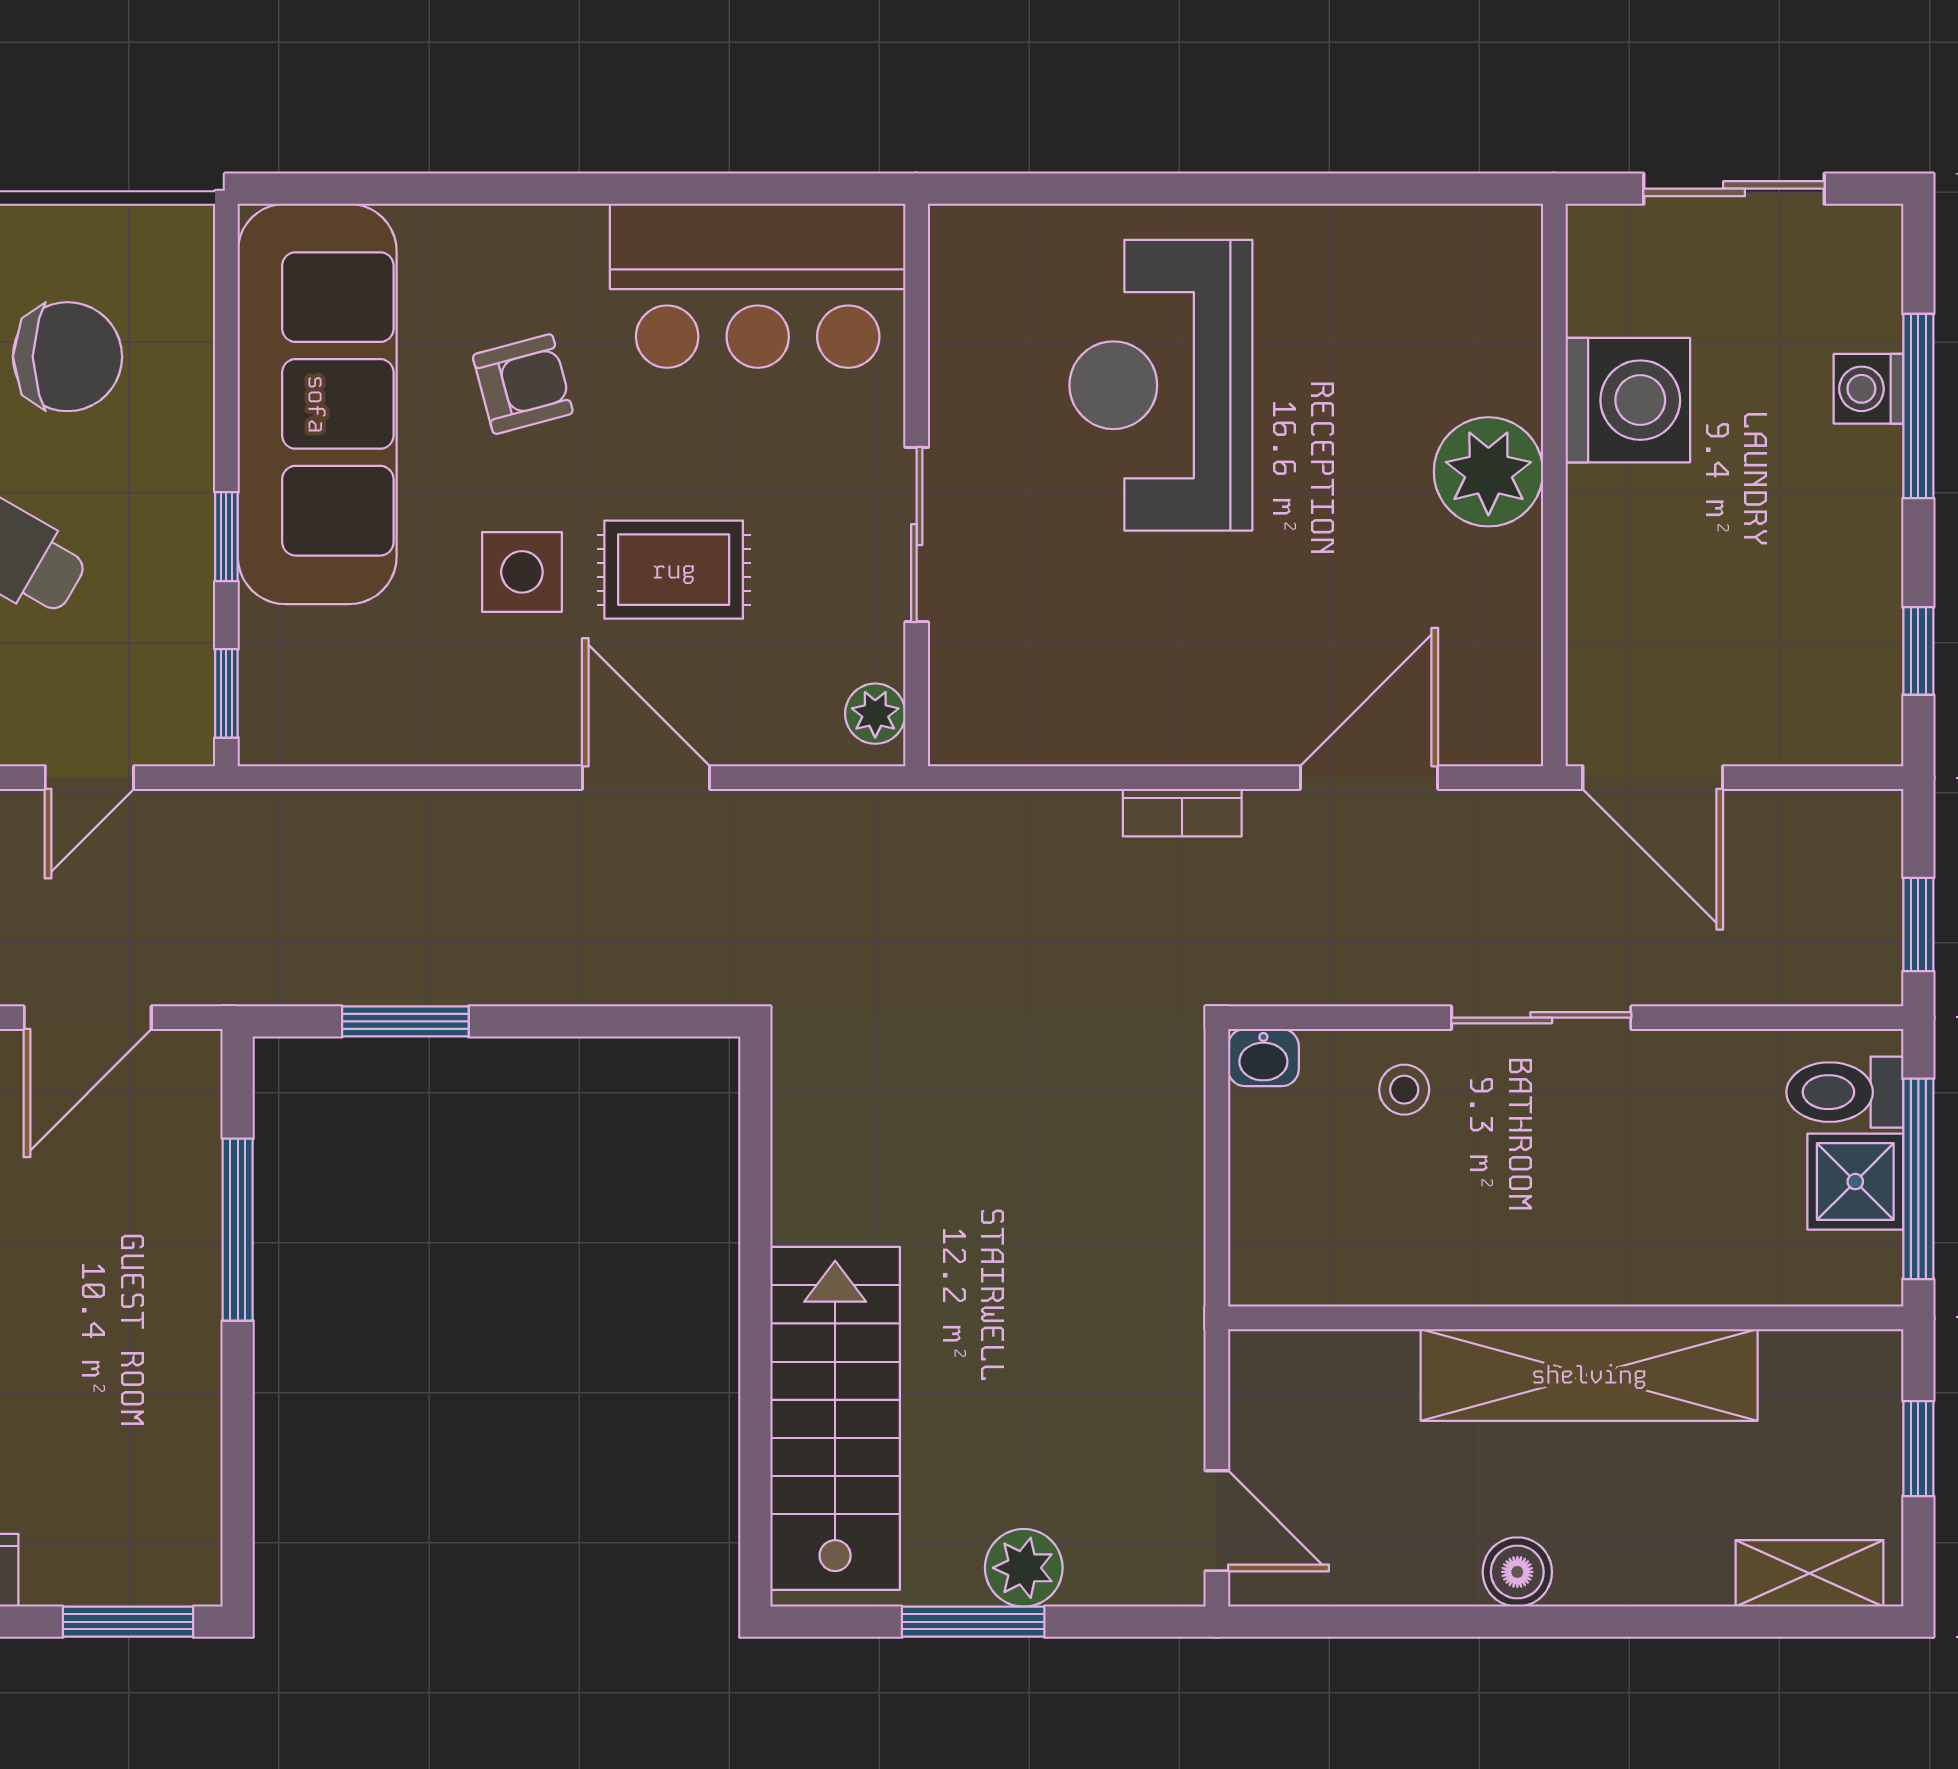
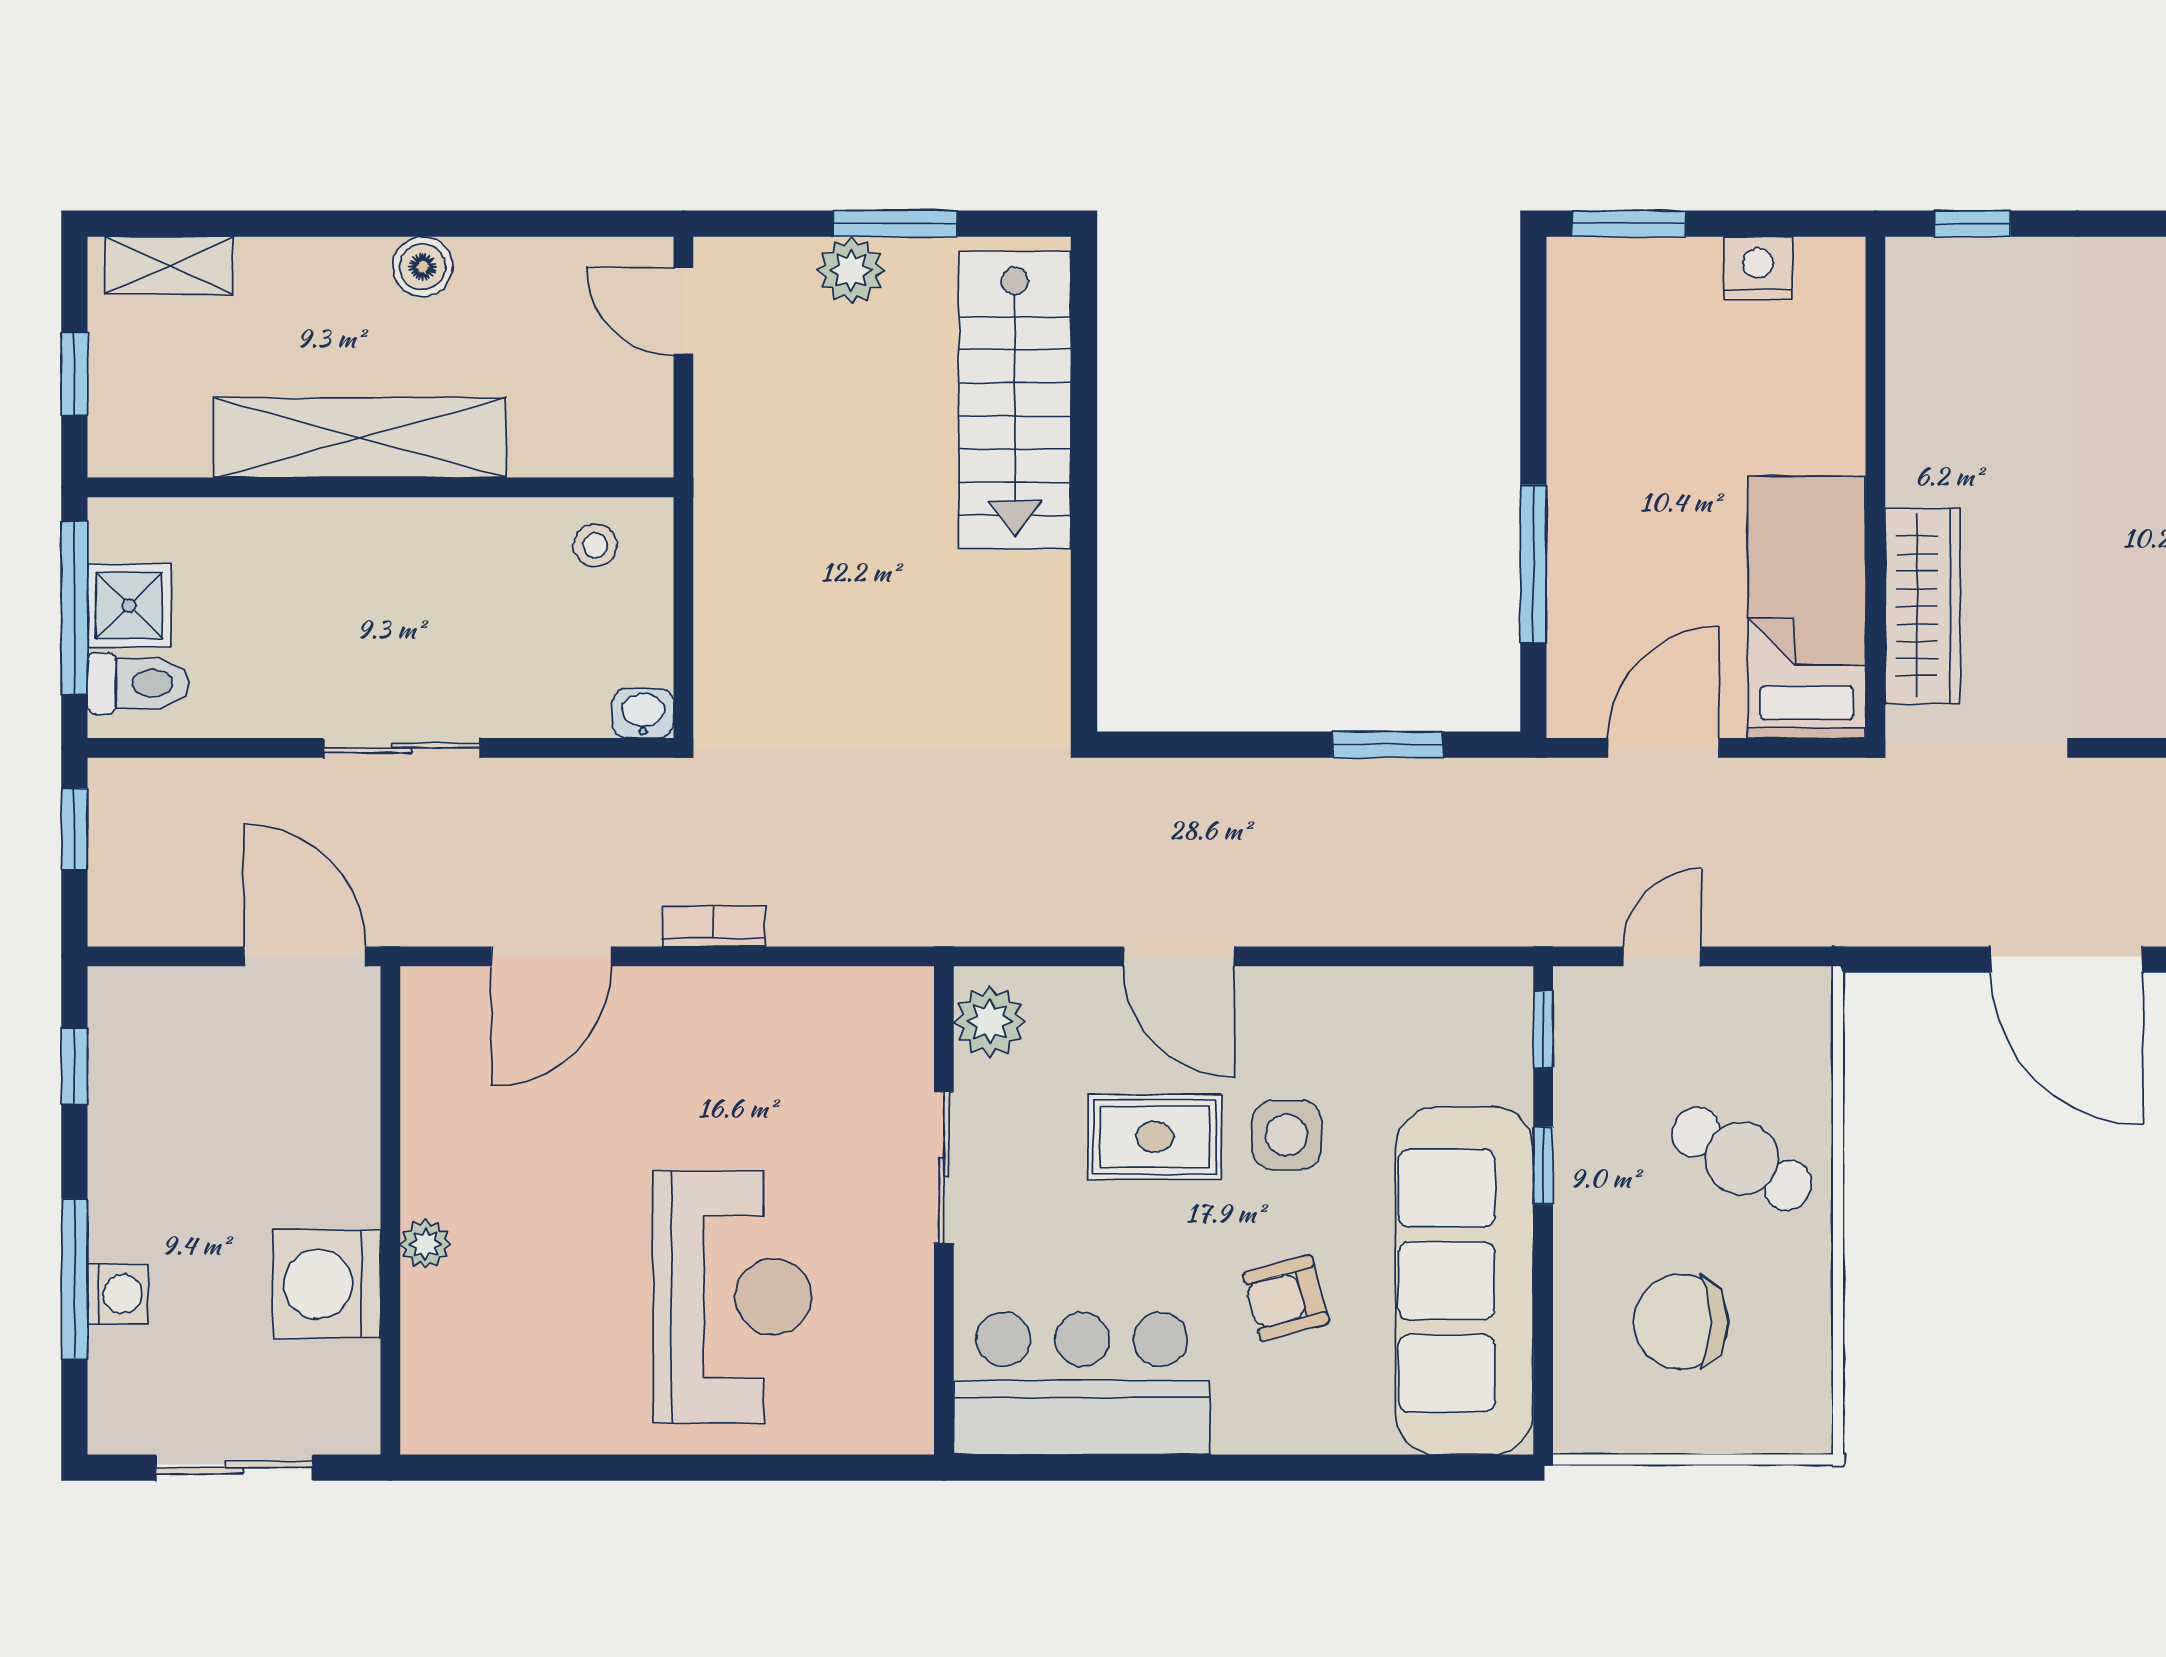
plant: (1488, 472) -> (425, 1244), width x0.53, depth x0.53
plant: (875, 714) -> (990, 1022), width x1.38, depth x1.38
stool: (1404, 1090) -> (595, 545), moved

